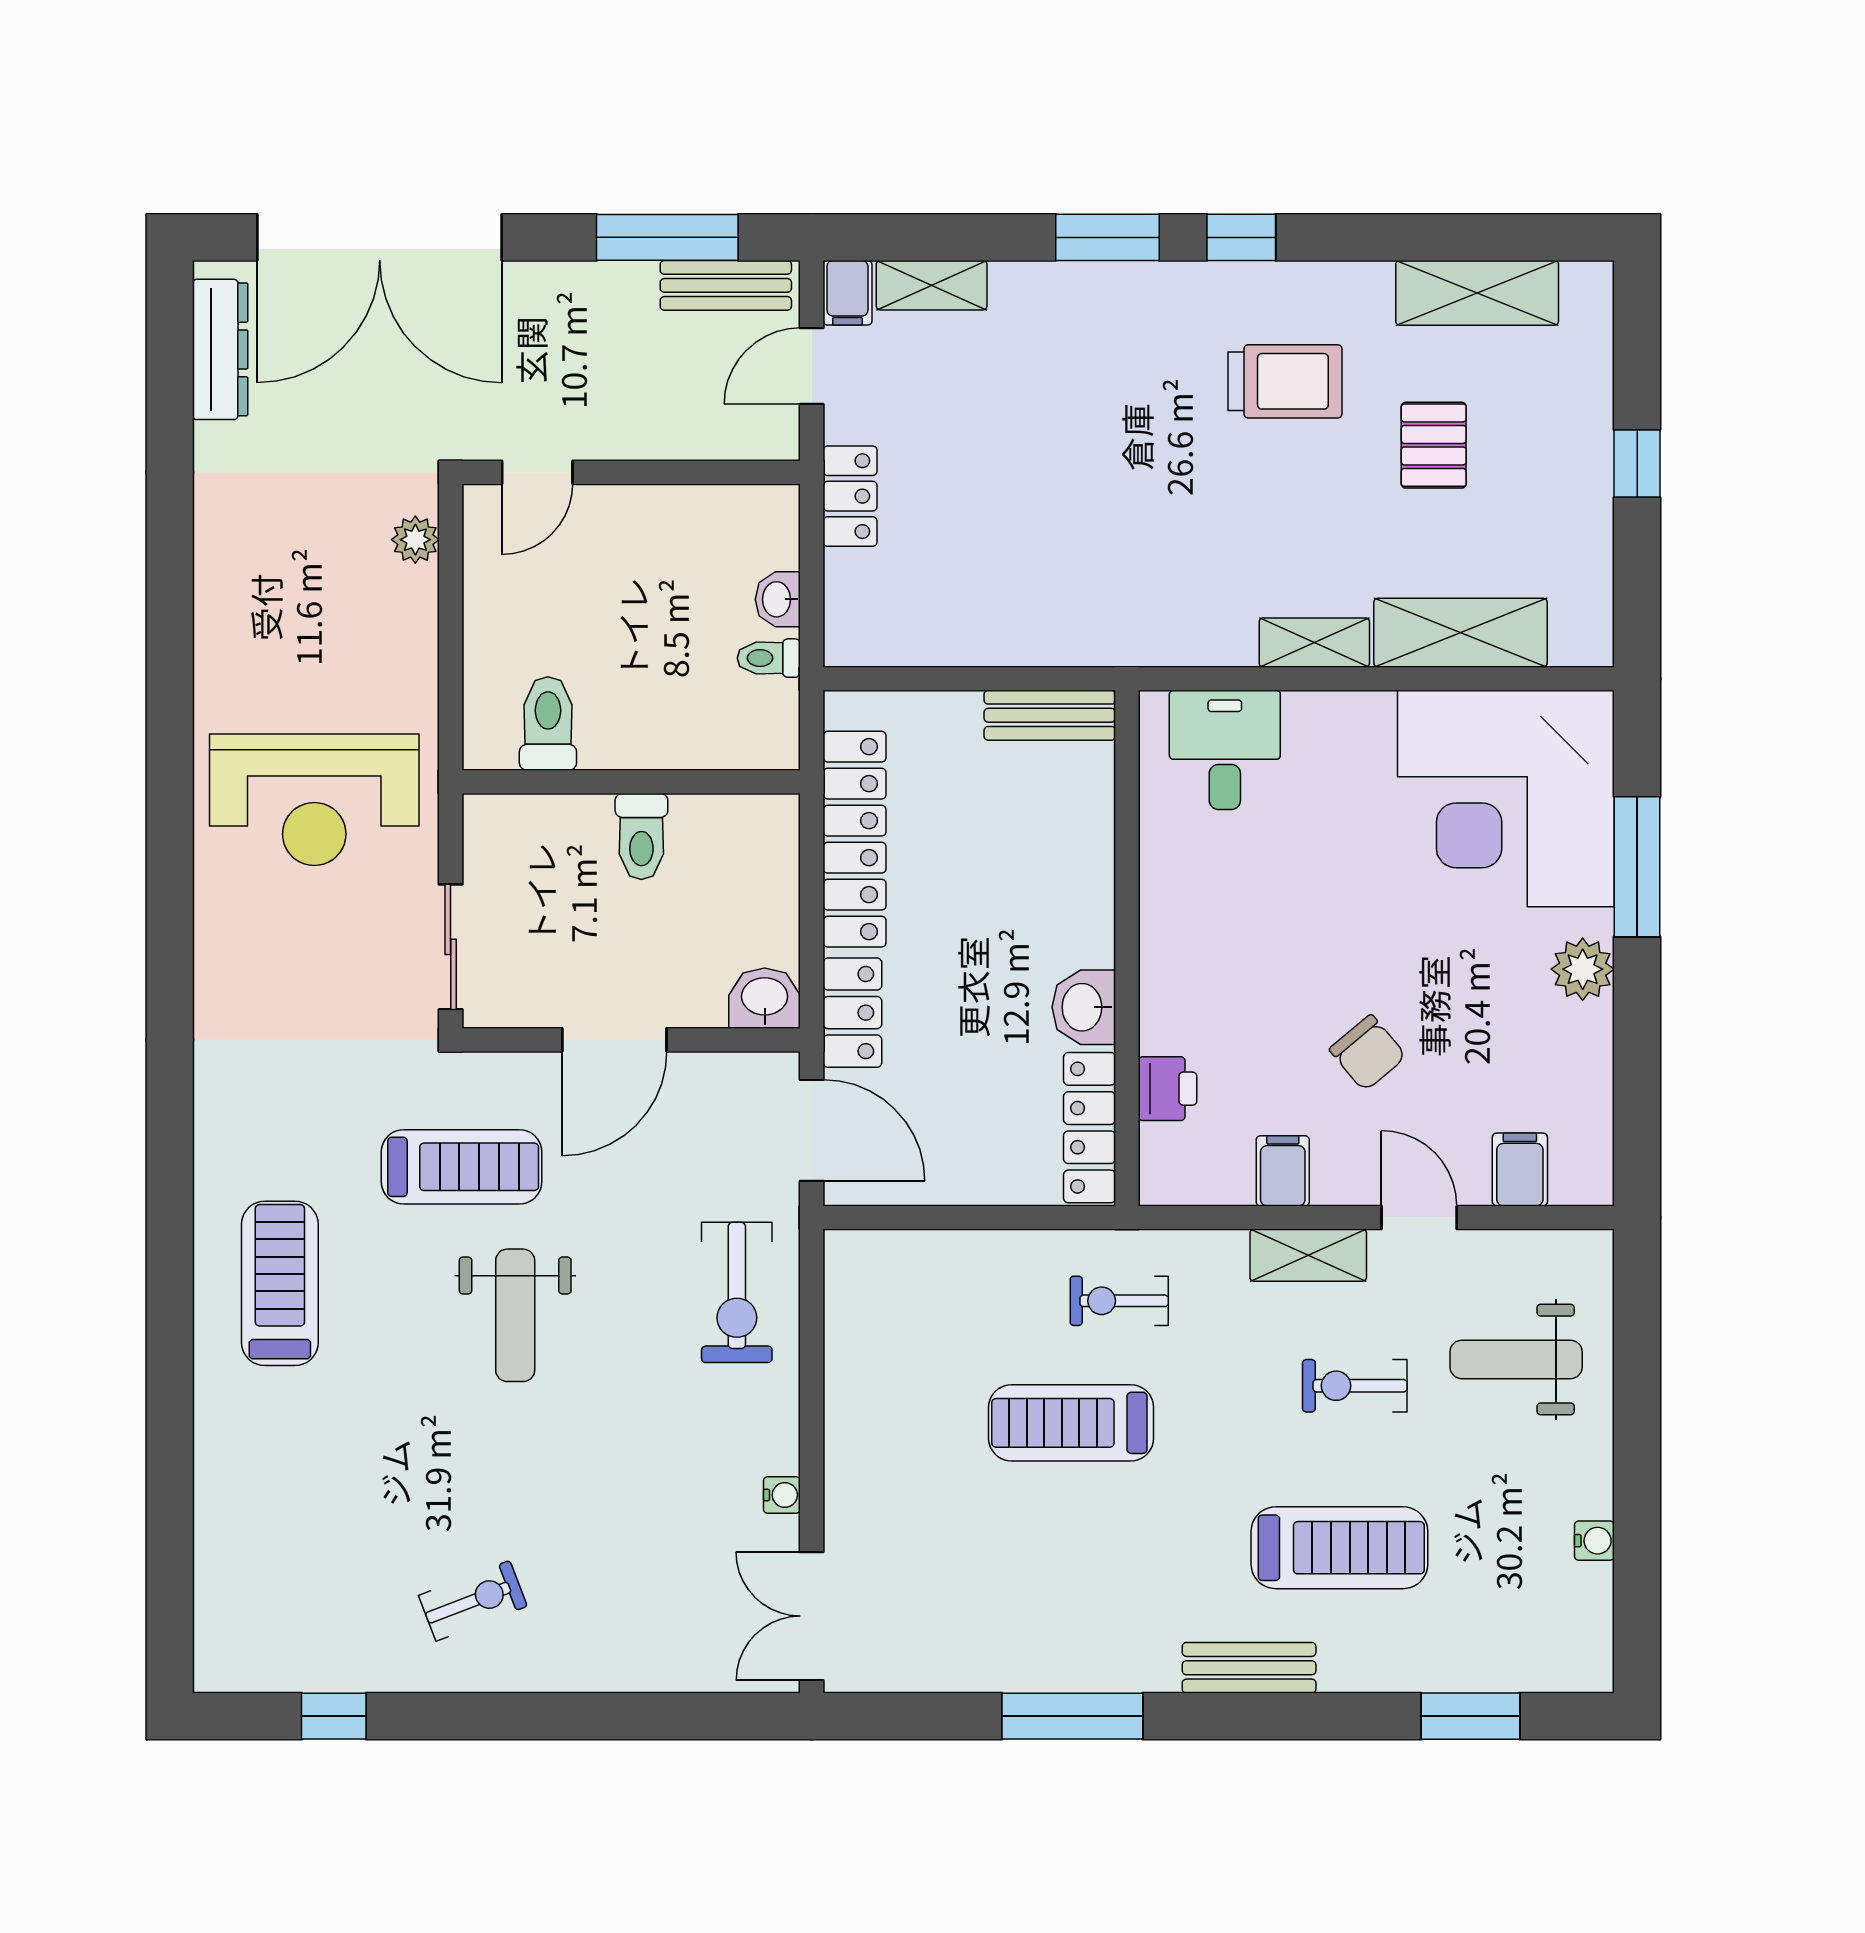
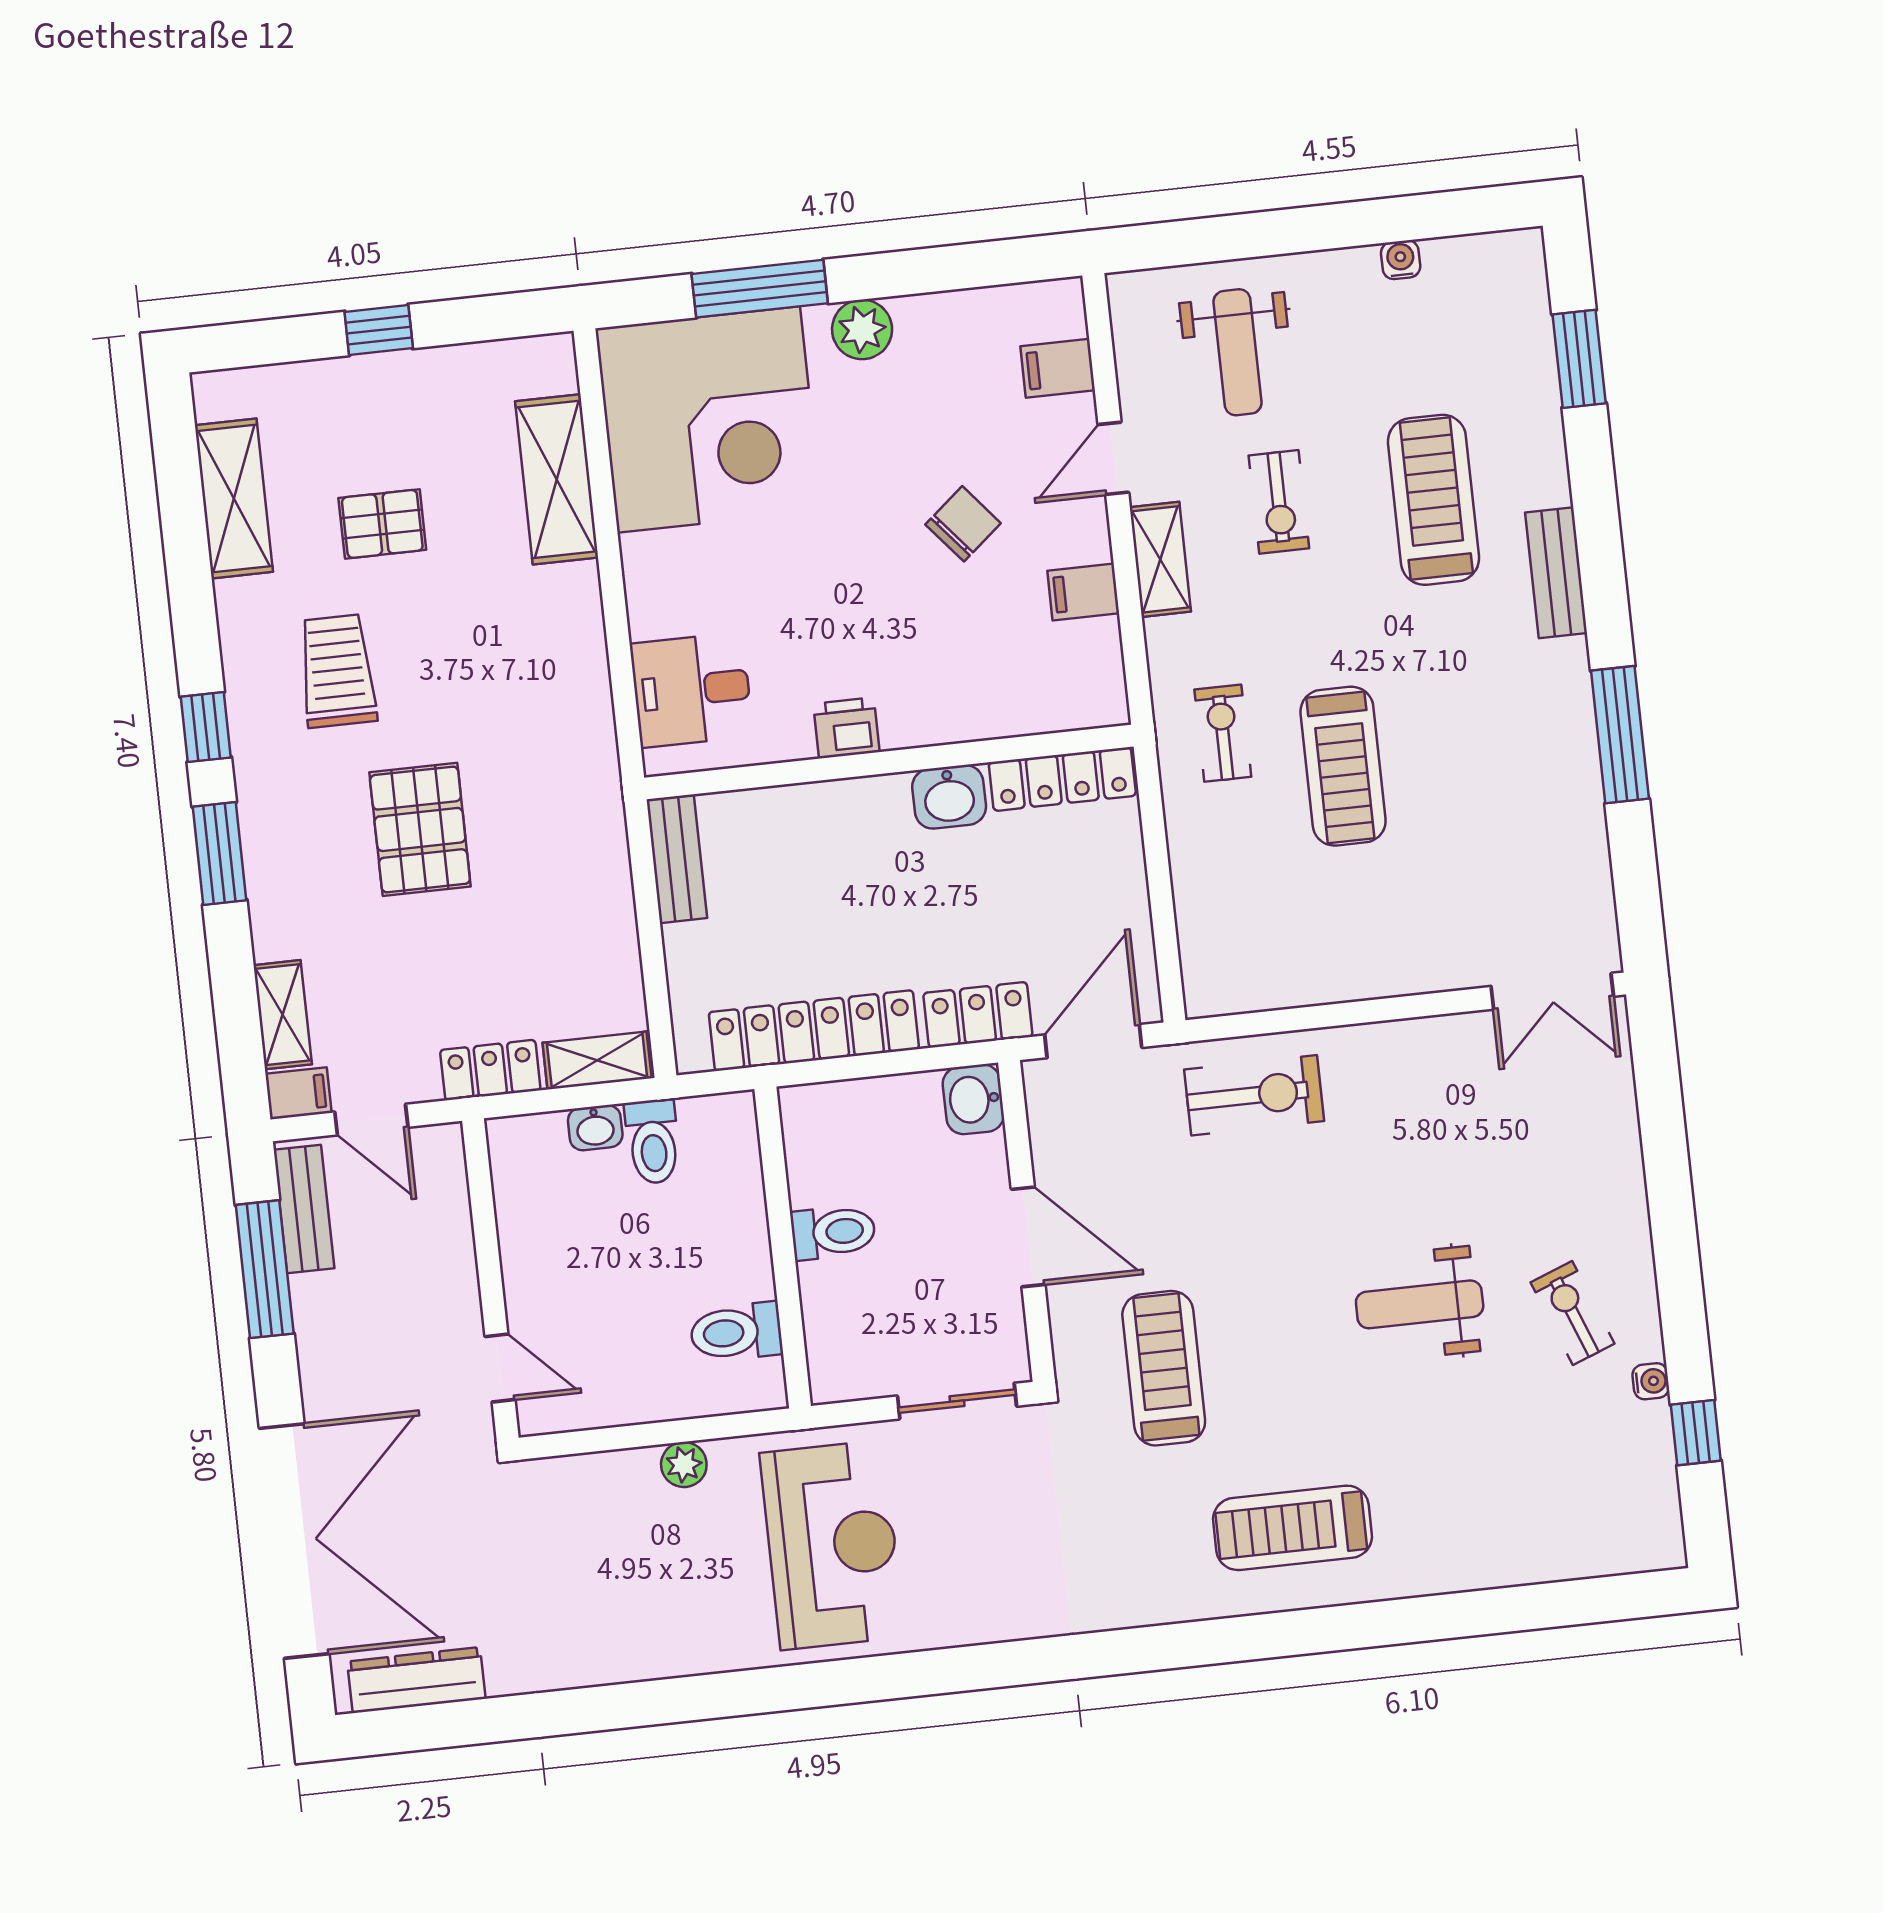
pallet: (1110, 450) -> (420, 829), added
plant: (415, 540) -> (684, 1465), moved
shelving: (1314, 643) -> (597, 1060), moved, turned 90
toilet: (769, 658) -> (653, 1142), width x1.37, depth x1.39
printer: (1167, 1089) -> (846, 728), moved
exercise bike: (1119, 1301) -> (1223, 733), turned 180
weight bench: (515, 1315) -> (1420, 1304), moved, turned 180
water cooler: (782, 1495) -> (1651, 1381), moved, turned 90

